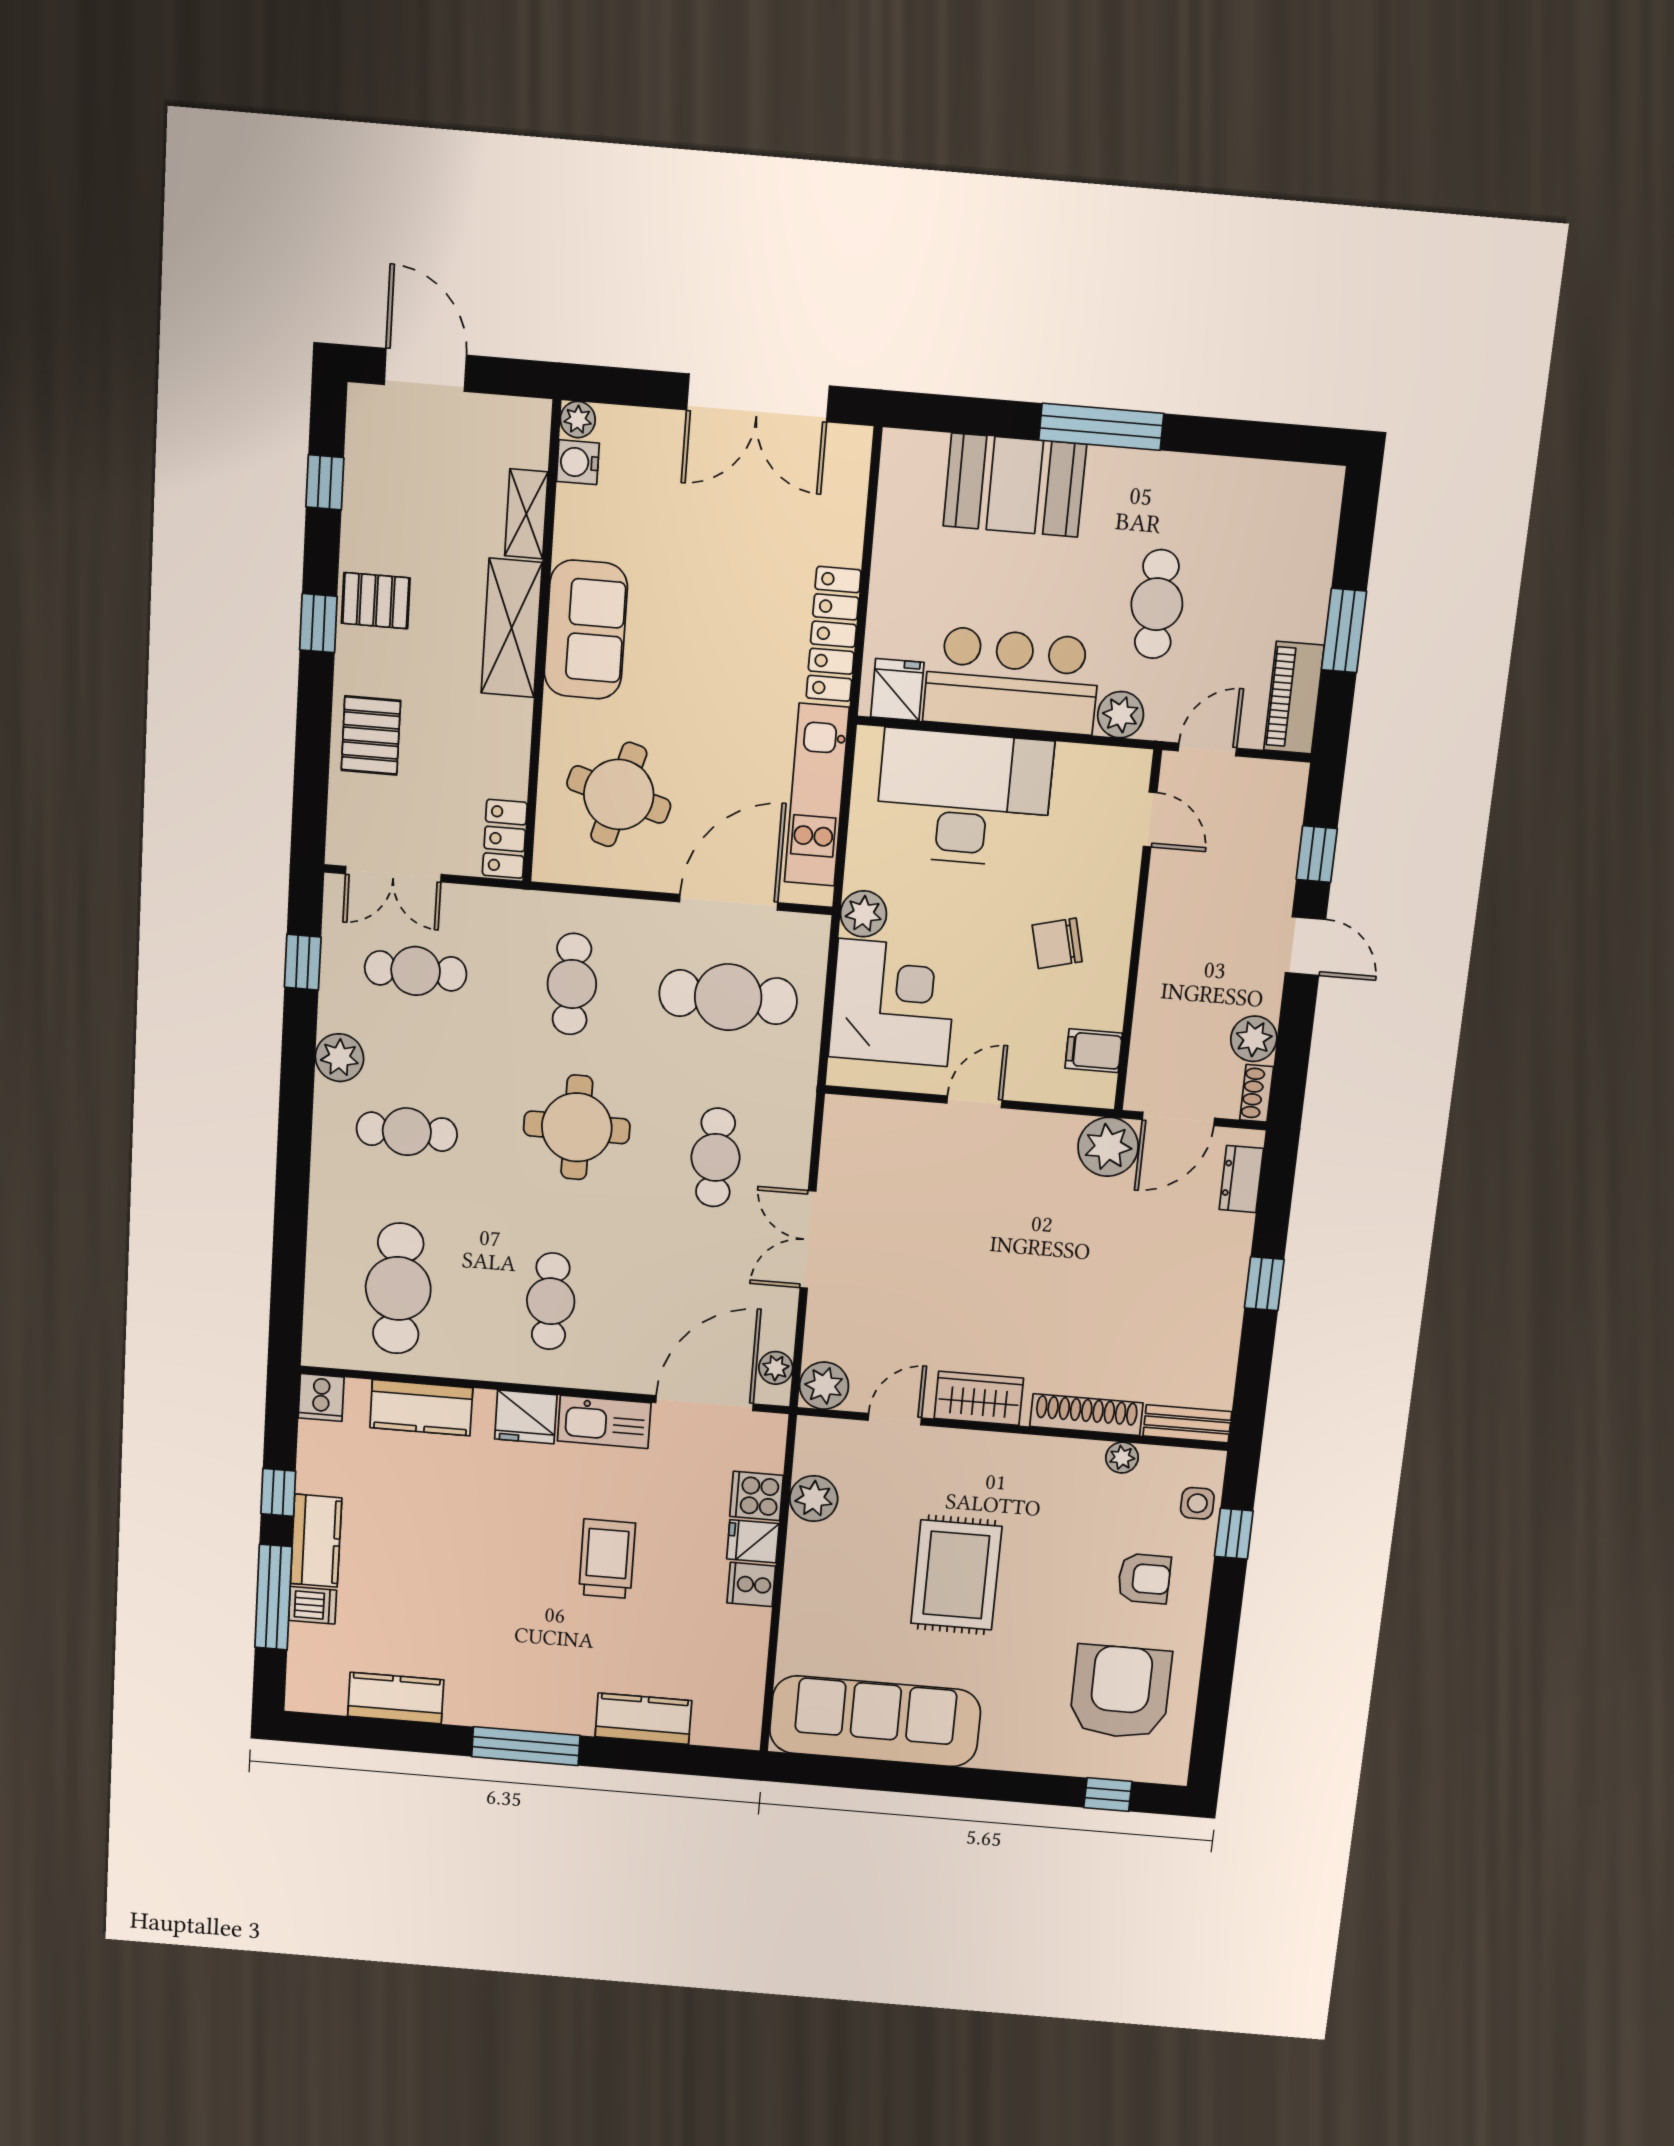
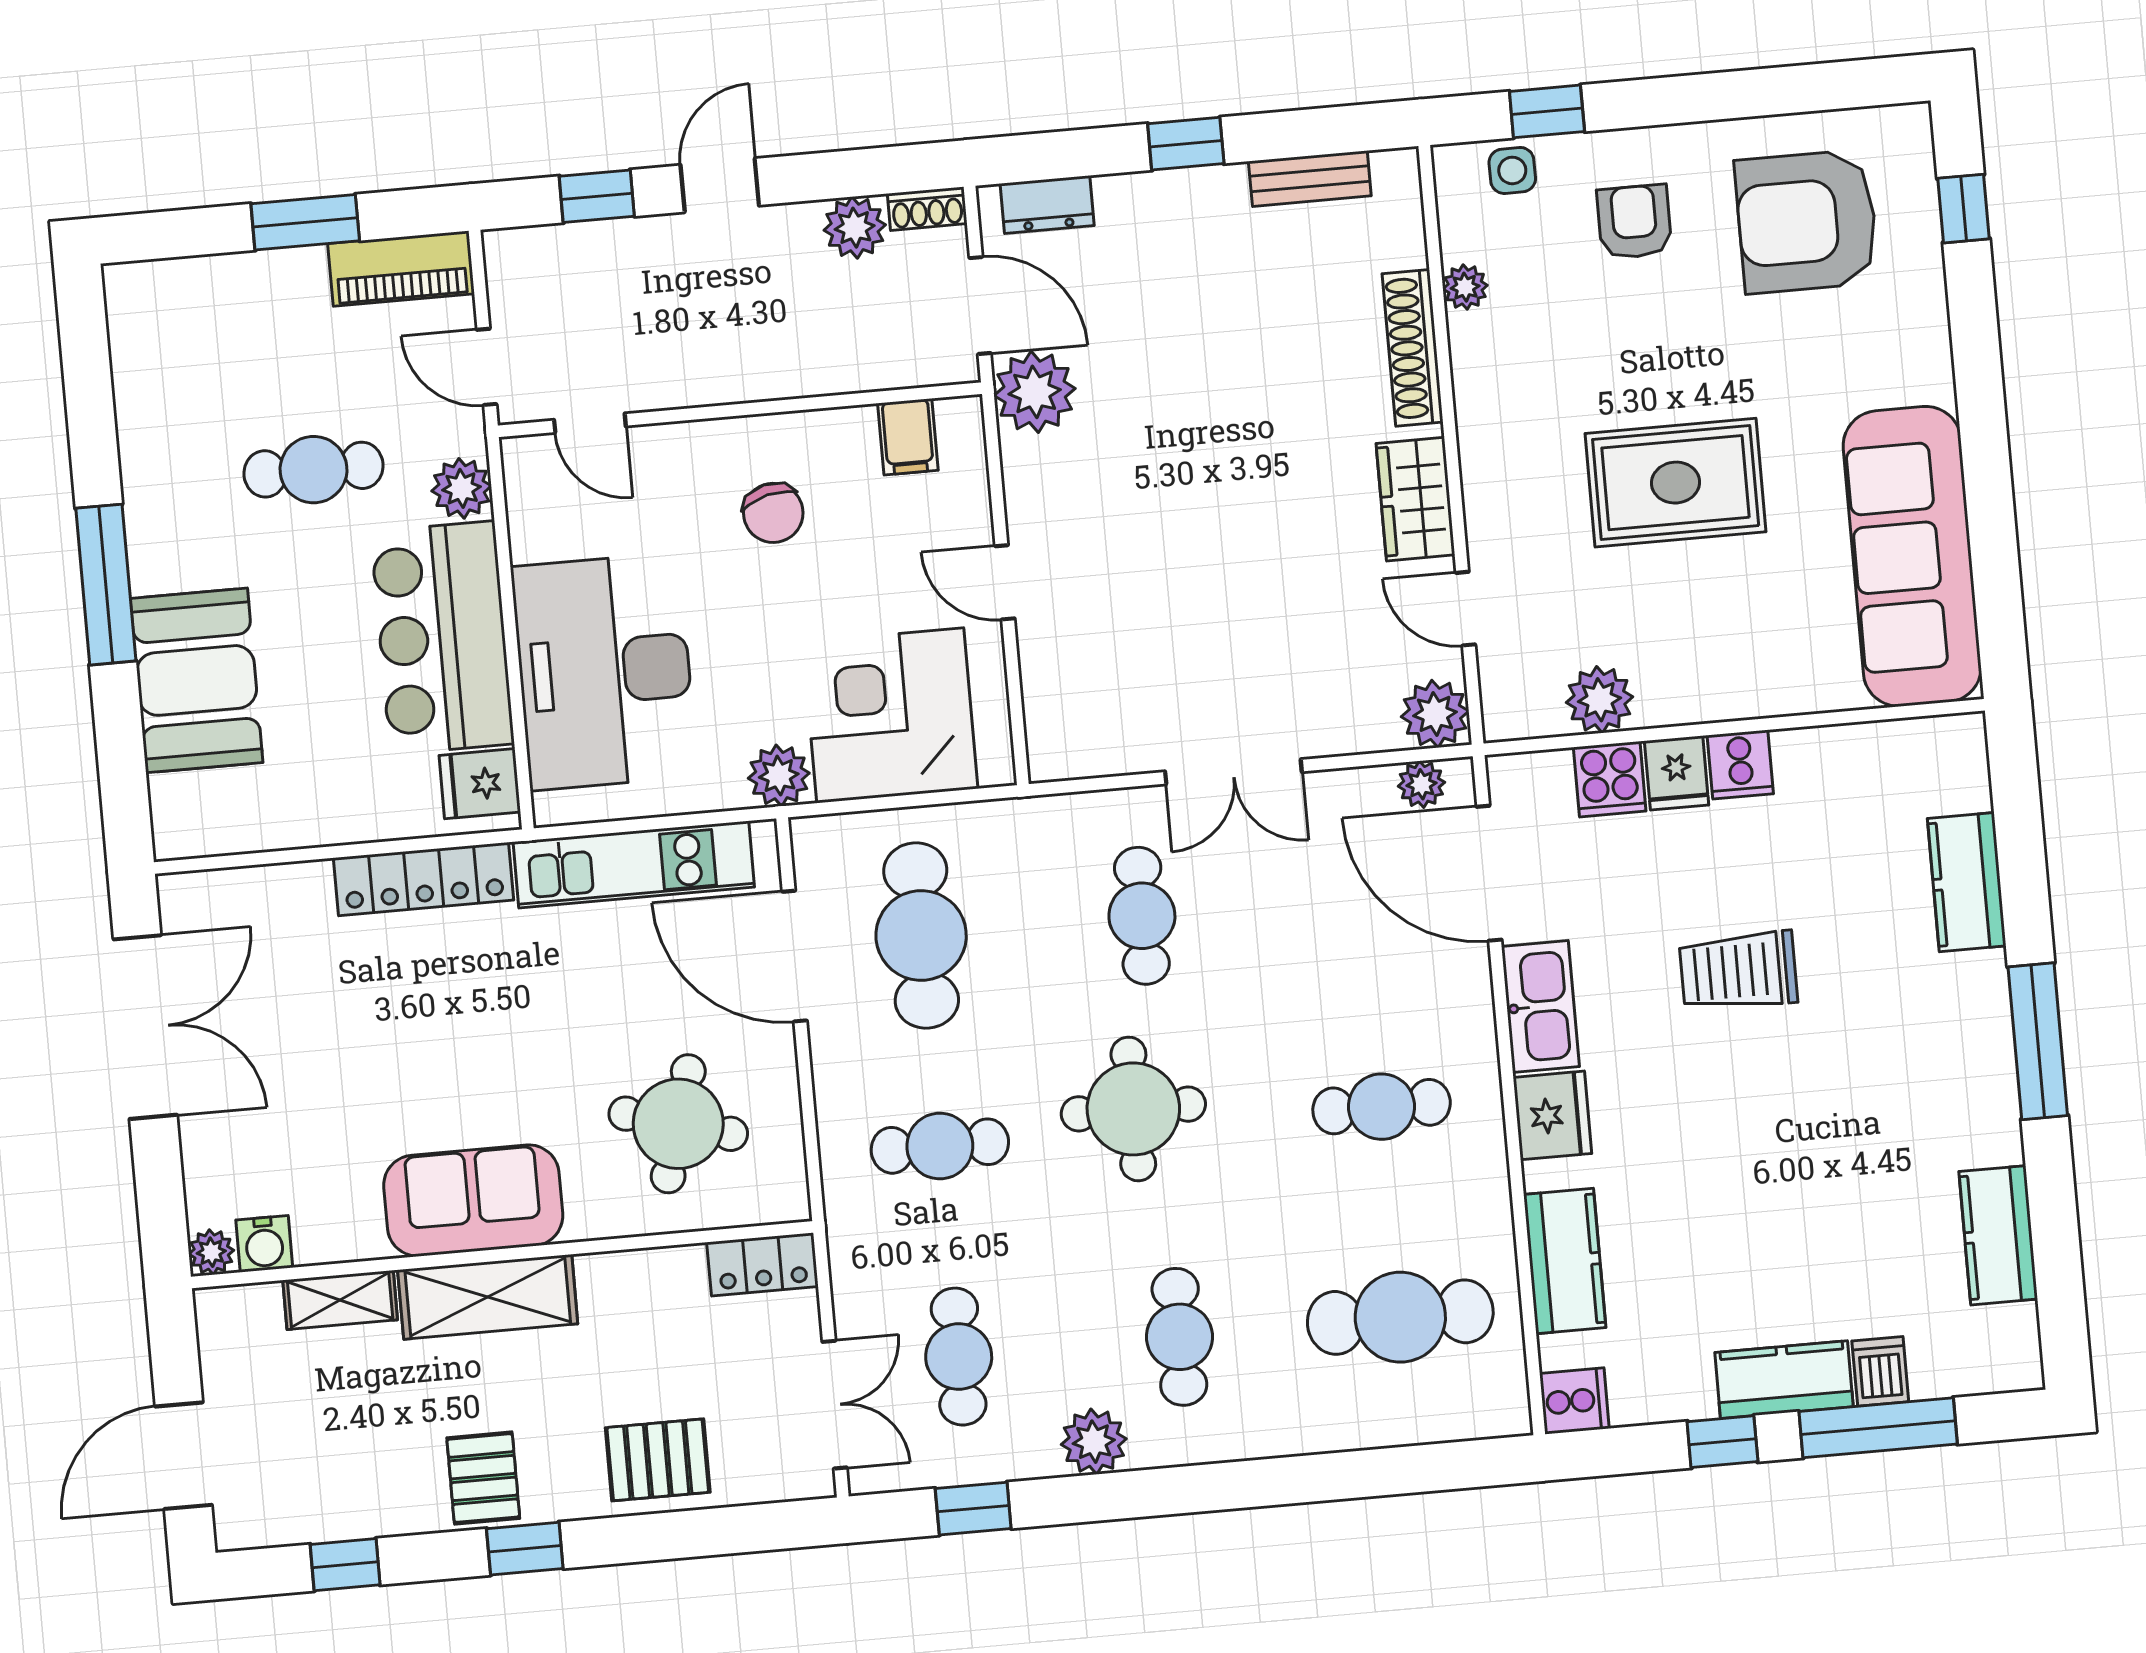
door: (1150, 820) -> (590, 423), swing flipped
cafe table: (715, 1157) -> (1142, 916), turned 90
bench: (1187, 1424) -> (1310, 179), moved, turned 90

